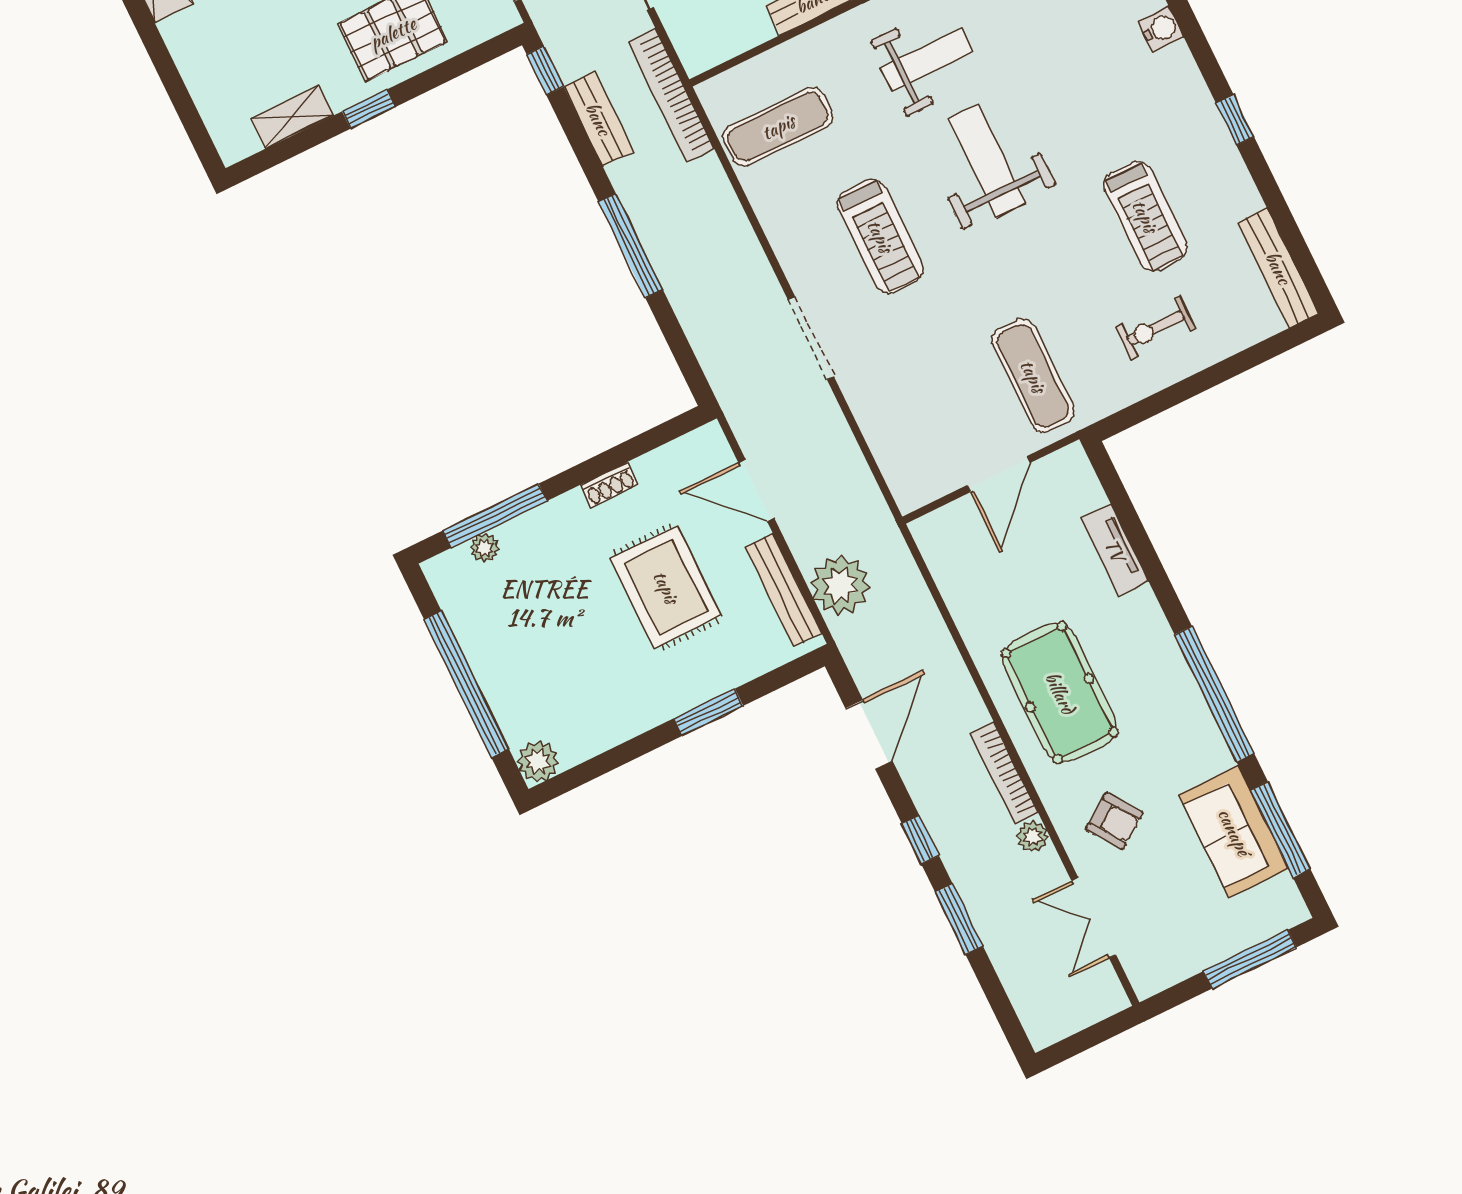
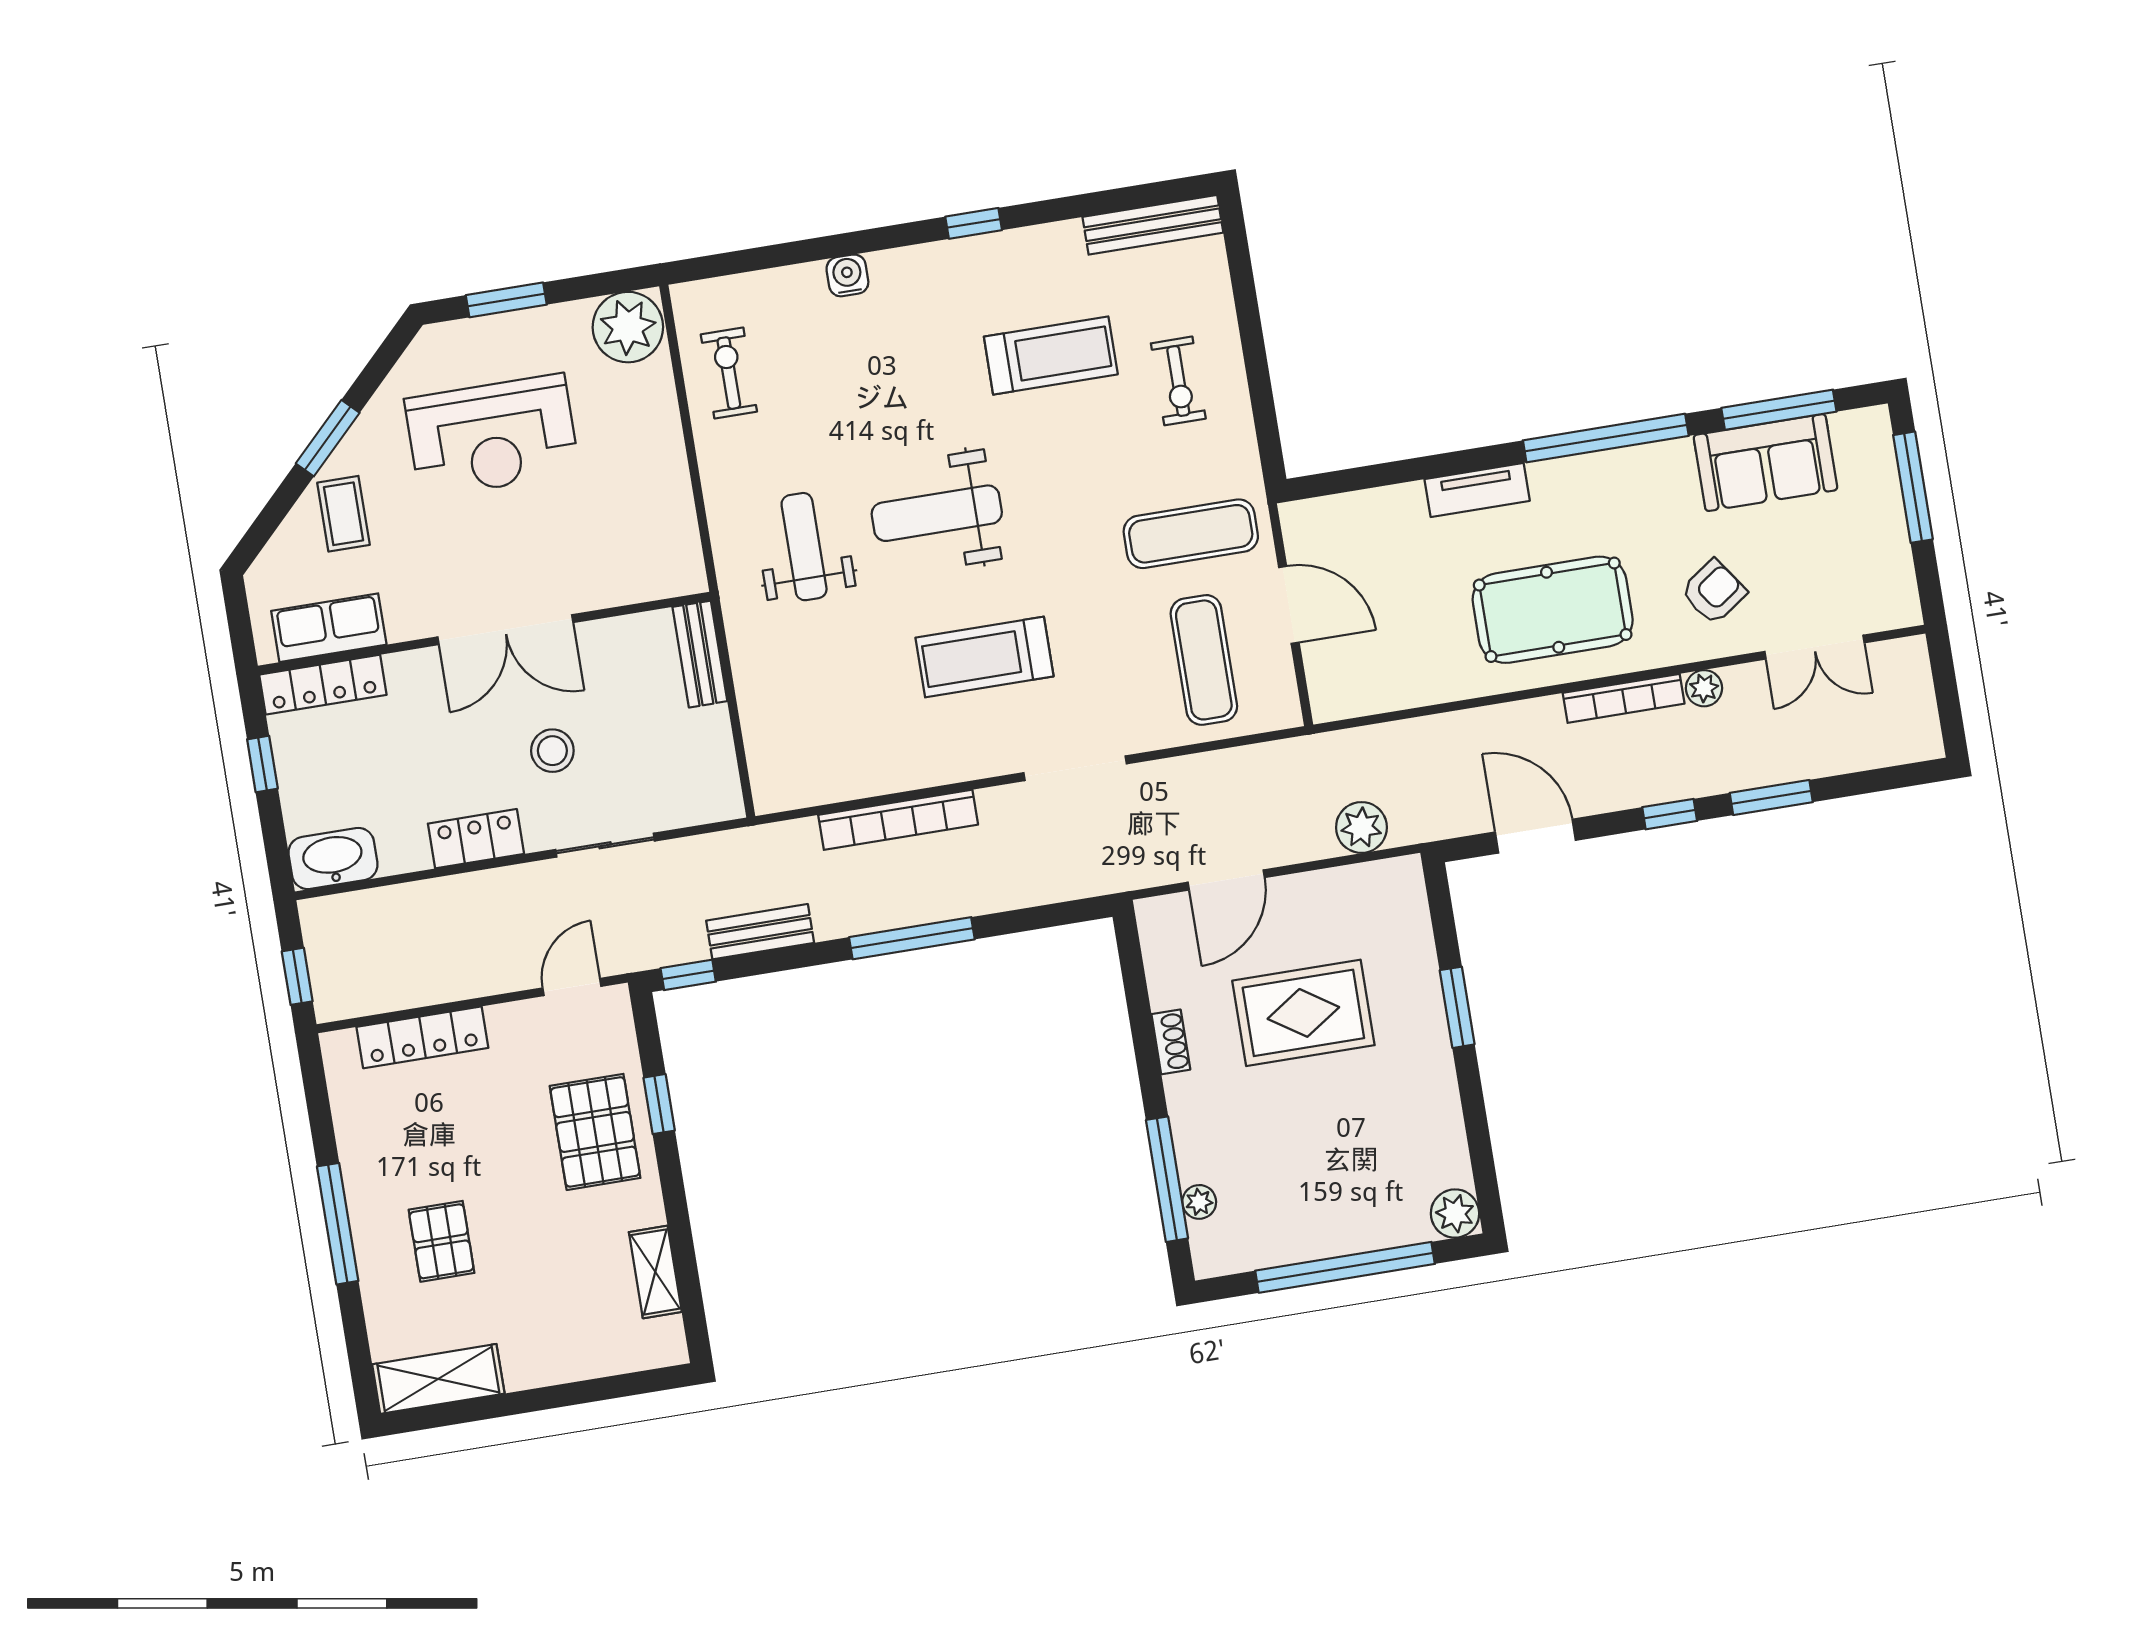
bookcase: (671, 95) -> (898, 820), moved
window: (369, 109) -> (659, 1104), moved
exercise mat: (778, 127) -> (1204, 660), moved
treadmill: (880, 236) -> (984, 657), turned 180
tv unit: (1115, 550) -> (1477, 490), moved
plant: (840, 585) -> (1361, 827), width x0.73, depth x0.73
bench: (783, 590) -> (1346, 883), removed

